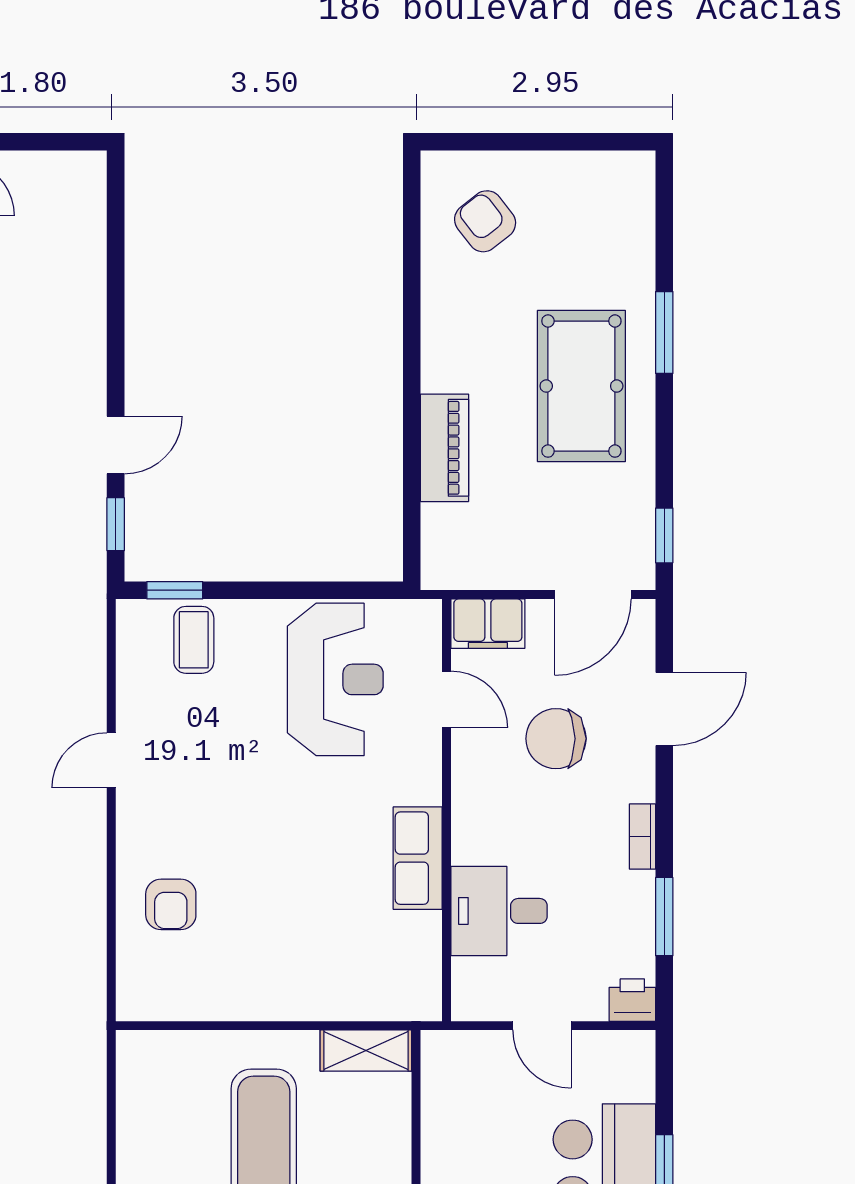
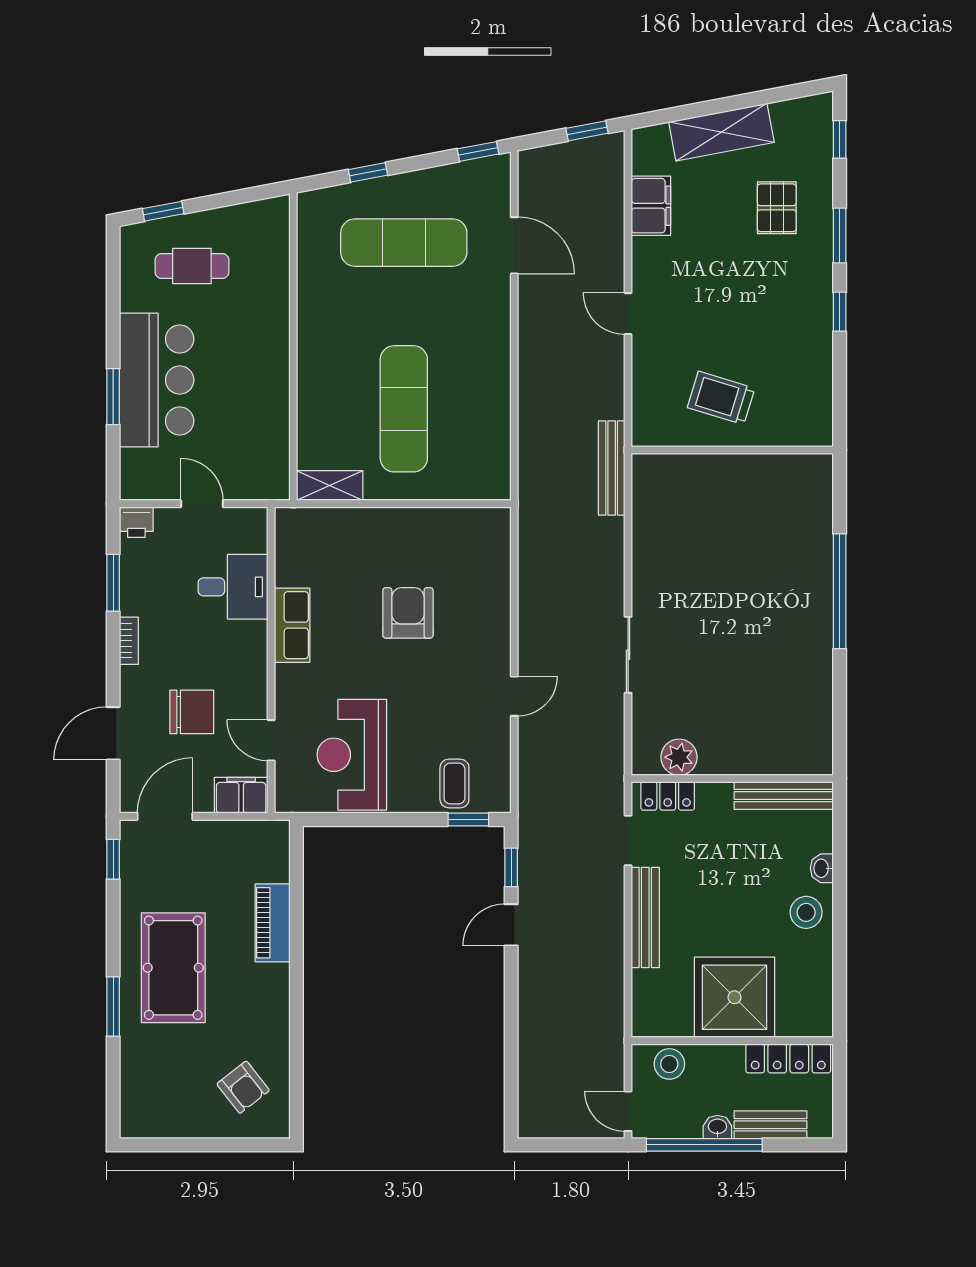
armchair: (171, 904) -> (408, 613), moved, width x1.38, depth x1.38

